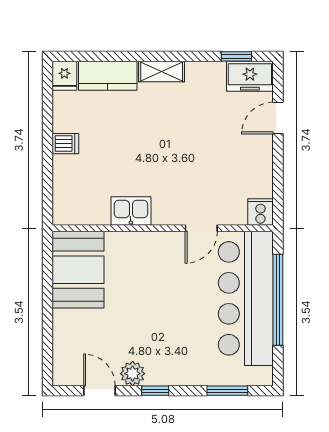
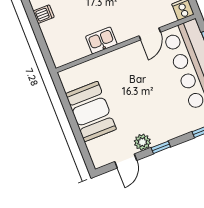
booth: (78, 270) -> (91, 111), moved
door: (99, 391) -> (126, 161), swing flipped

